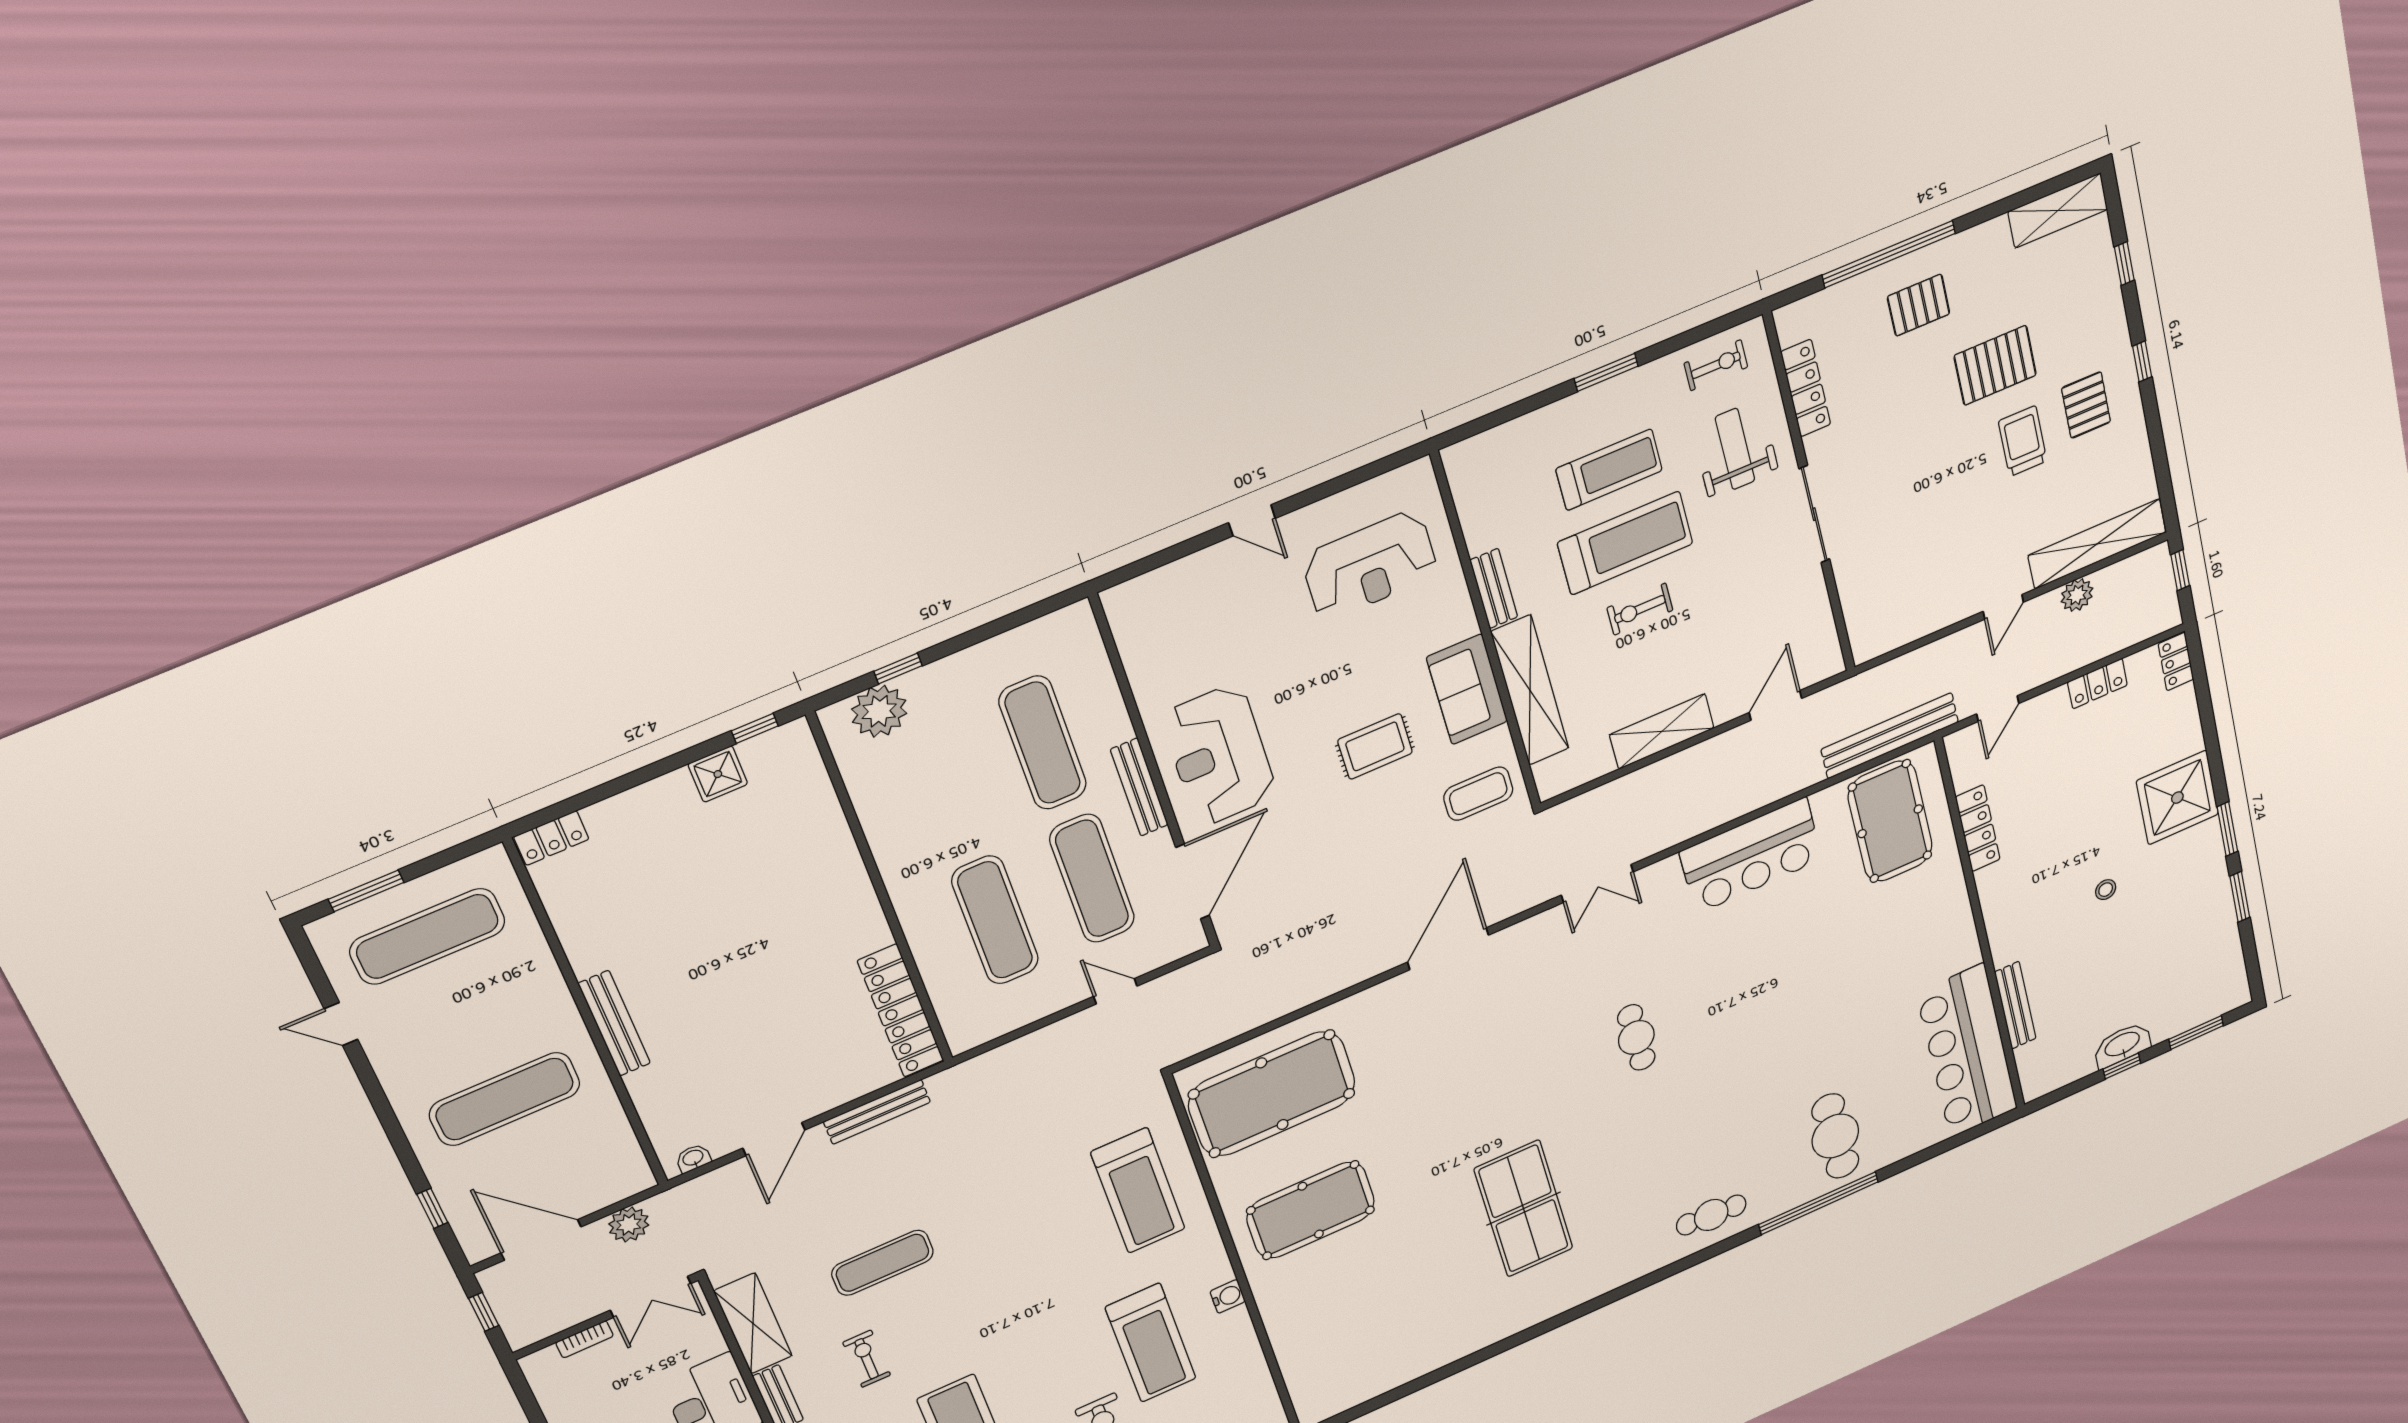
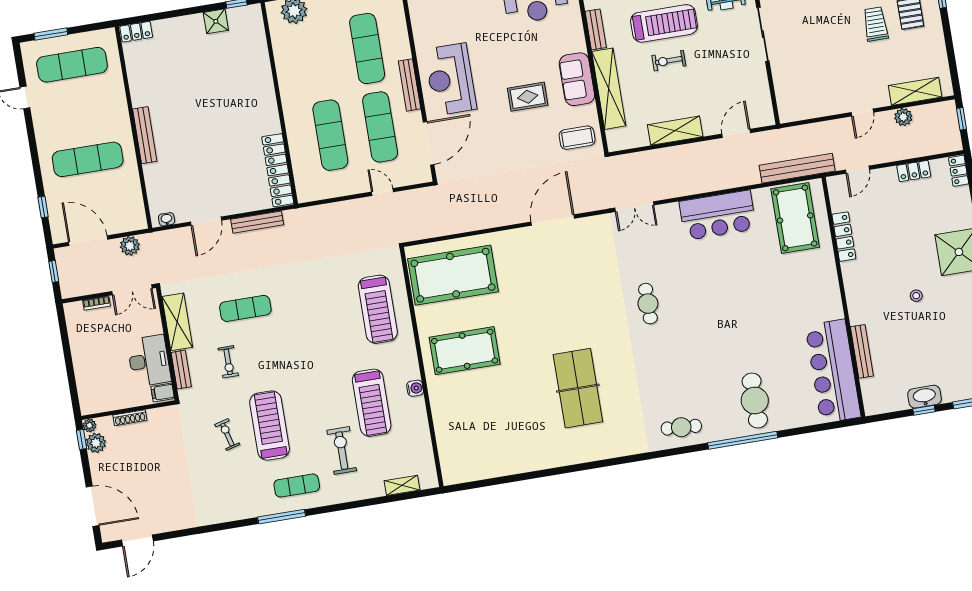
shelving: (2097, 544) -> (915, 91), width x0.68
exercise bike: (867, 1359) -> (228, 362), turned 180

